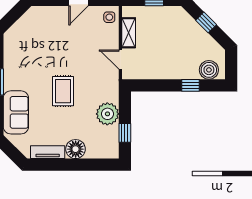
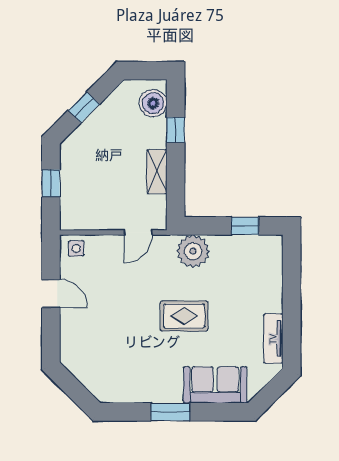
shelving: (129, 33) -> (157, 172), moved, turned 90
plant: (107, 114) -> (193, 251), moved
floor lamp: (76, 149) -> (269, 298), removed

